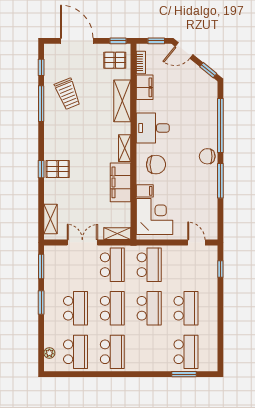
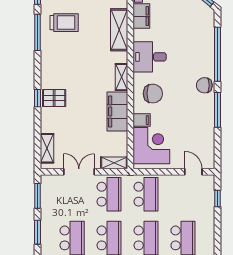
trolley: (68, 94) -> (64, 23), turned -68

